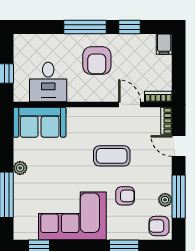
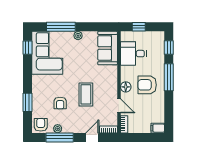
window: (129, 27) -> (169, 47), moved
floor lamp: (100, 94) -> (126, 87), added
door: (130, 104) -> (119, 106), hinge flipped
corner sofa: (72, 216) -> (47, 53), moved

